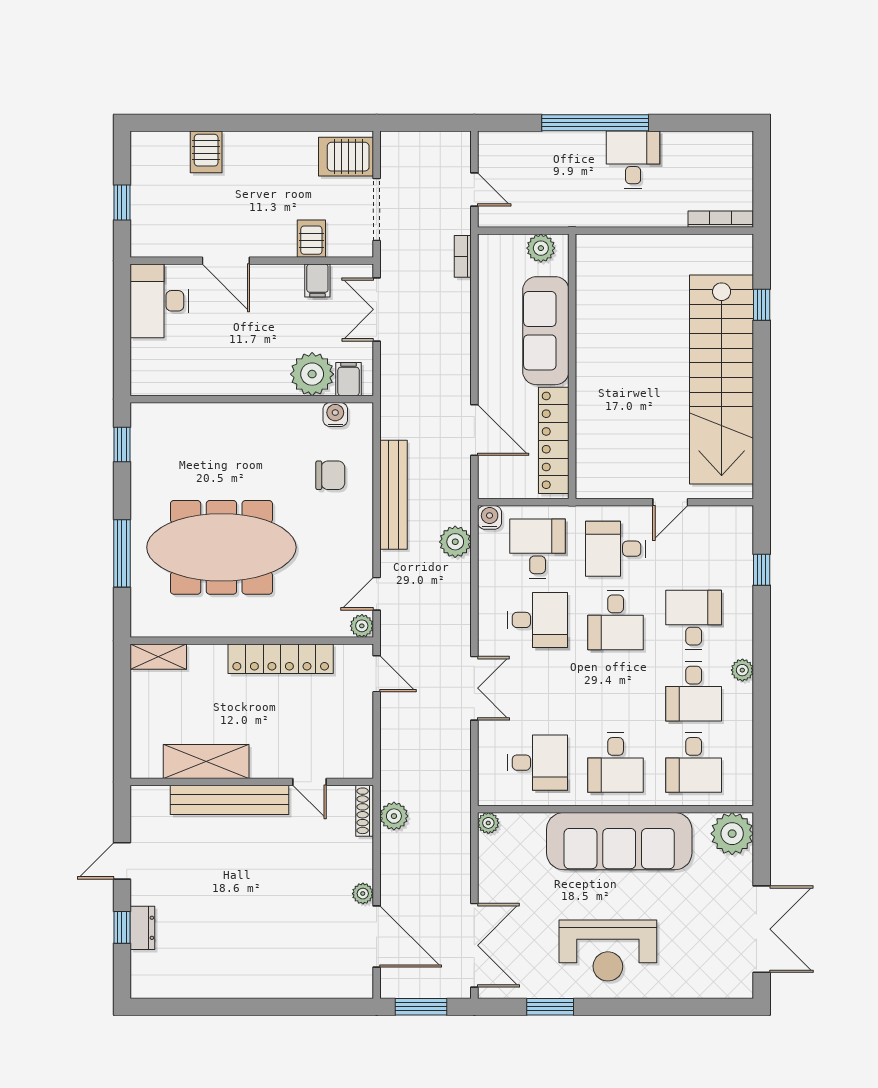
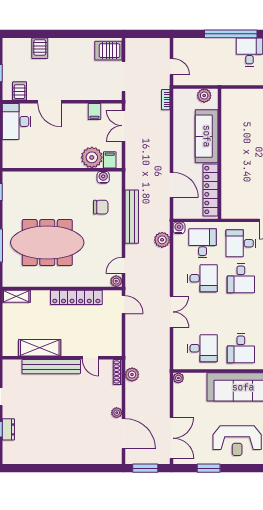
server rack: (311, 239) -> (20, 91), moved

